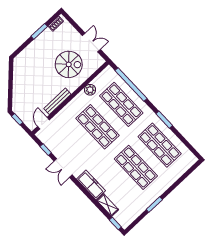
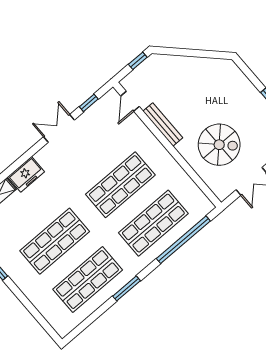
spiral stairs: (69, 64) -> (219, 145), turned -90
plant: (90, 90) -> (178, 176), removed
door: (43, 123) -> (130, 101), swing flipped
freezer: (91, 185) -> (26, 174), width x0.71

